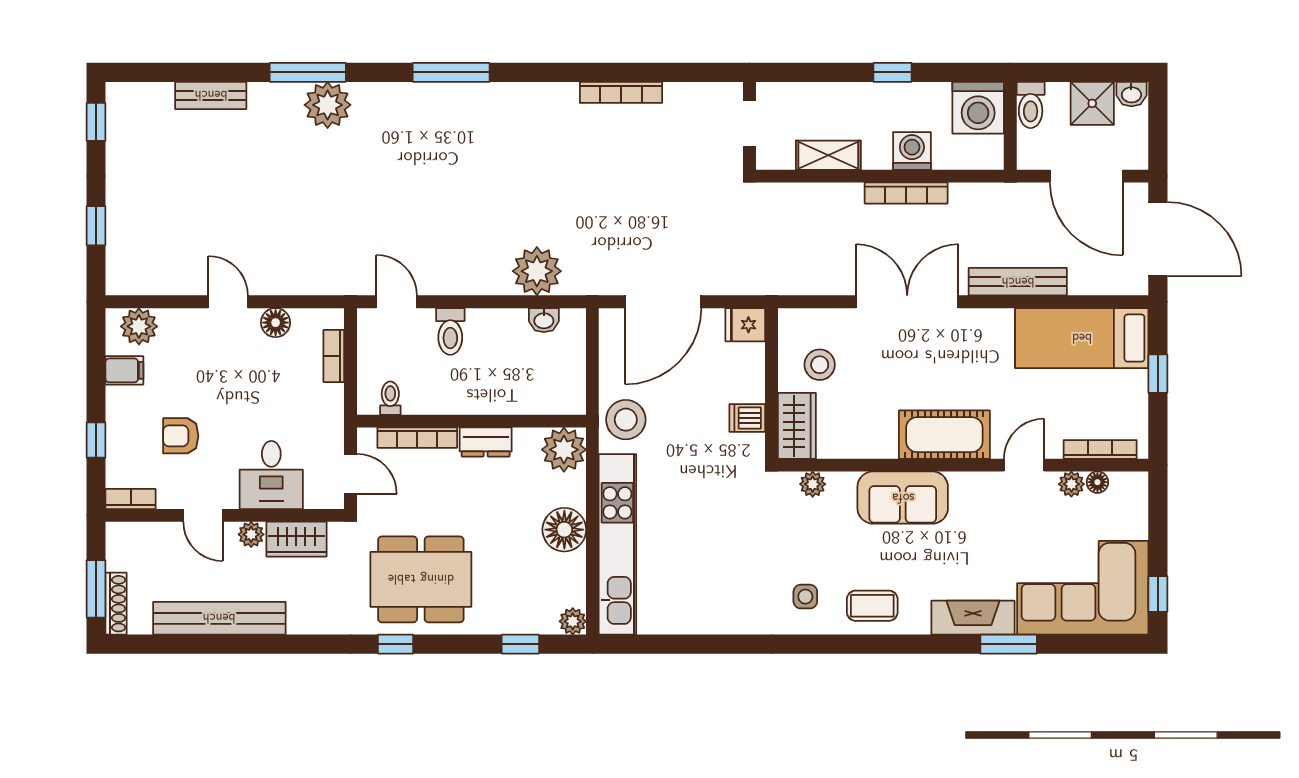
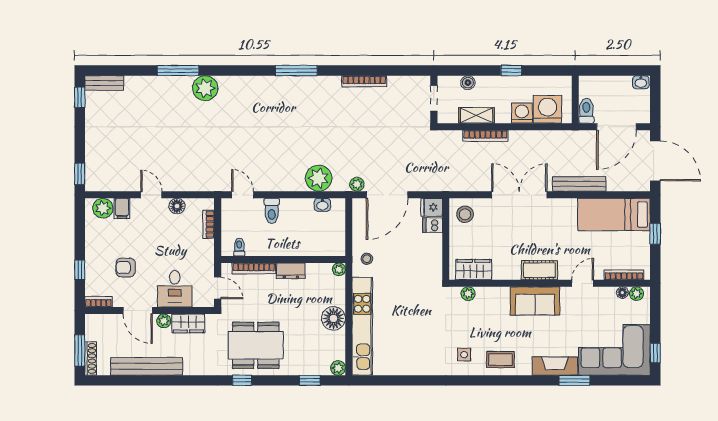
window: (308, 72) -> (178, 71), moved
window: (451, 72) -> (296, 71), moved
bench: (211, 95) -> (104, 83), moved
boiler: (812, 95) -> (468, 83), added
shower: (1092, 103) -> (620, 87), removed
toilet: (1031, 105) -> (586, 111), moved, turned 180
washing machine: (978, 108) -> (547, 109), moved, turned 180
door: (1086, 176) -> (616, 127), hinge flipped
bookcase: (906, 193) -> (485, 136), moved
window: (96, 226) -> (80, 174), moved
plant: (608, 282) -> (357, 184), added
stool: (820, 365) -> (465, 214), moved
filing cabinet: (124, 370) -> (122, 208), moved, turned 90
dishwasher: (747, 418) -> (433, 225), moved
stool: (626, 420) -> (367, 259), width x0.53, depth x0.53
wardrobe: (797, 426) -> (474, 270), moved, turned -90
cot: (944, 435) -> (539, 270), width x0.73, depth x0.75
plant: (564, 450) -> (339, 269), width x0.53, depth x0.53
plant: (1071, 484) -> (636, 294), moved
sofa: (903, 498) -> (535, 301), moved
door: (203, 515) -> (138, 311), width x1.38

